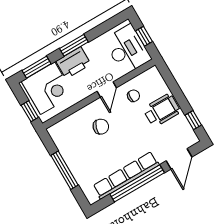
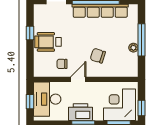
printer: (73, 63) -> (81, 112), moved
window: (30, 111) -> (142, 108), moved
window: (193, 120) -> (30, 33), moved
plant: (68, 157) -> (133, 48), added

